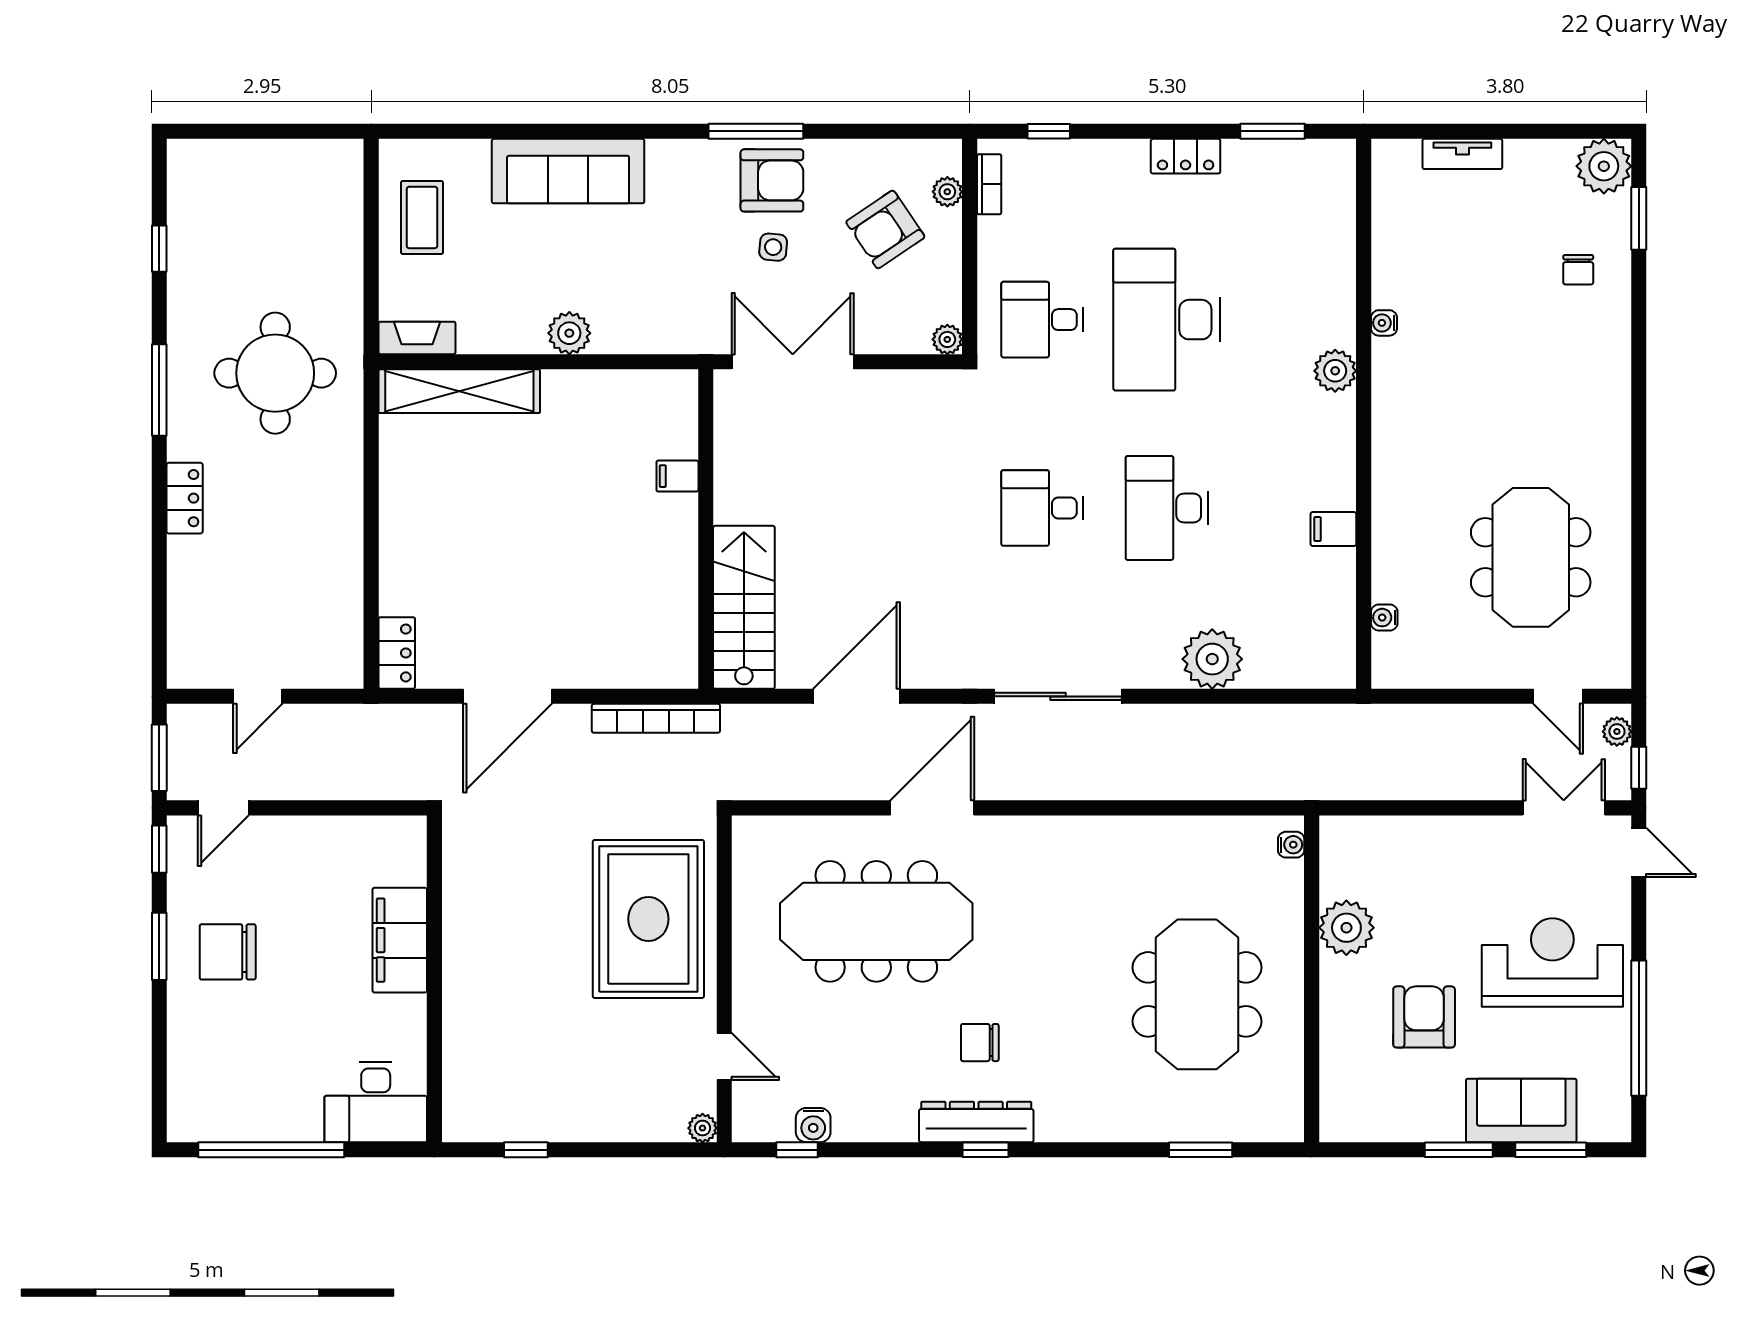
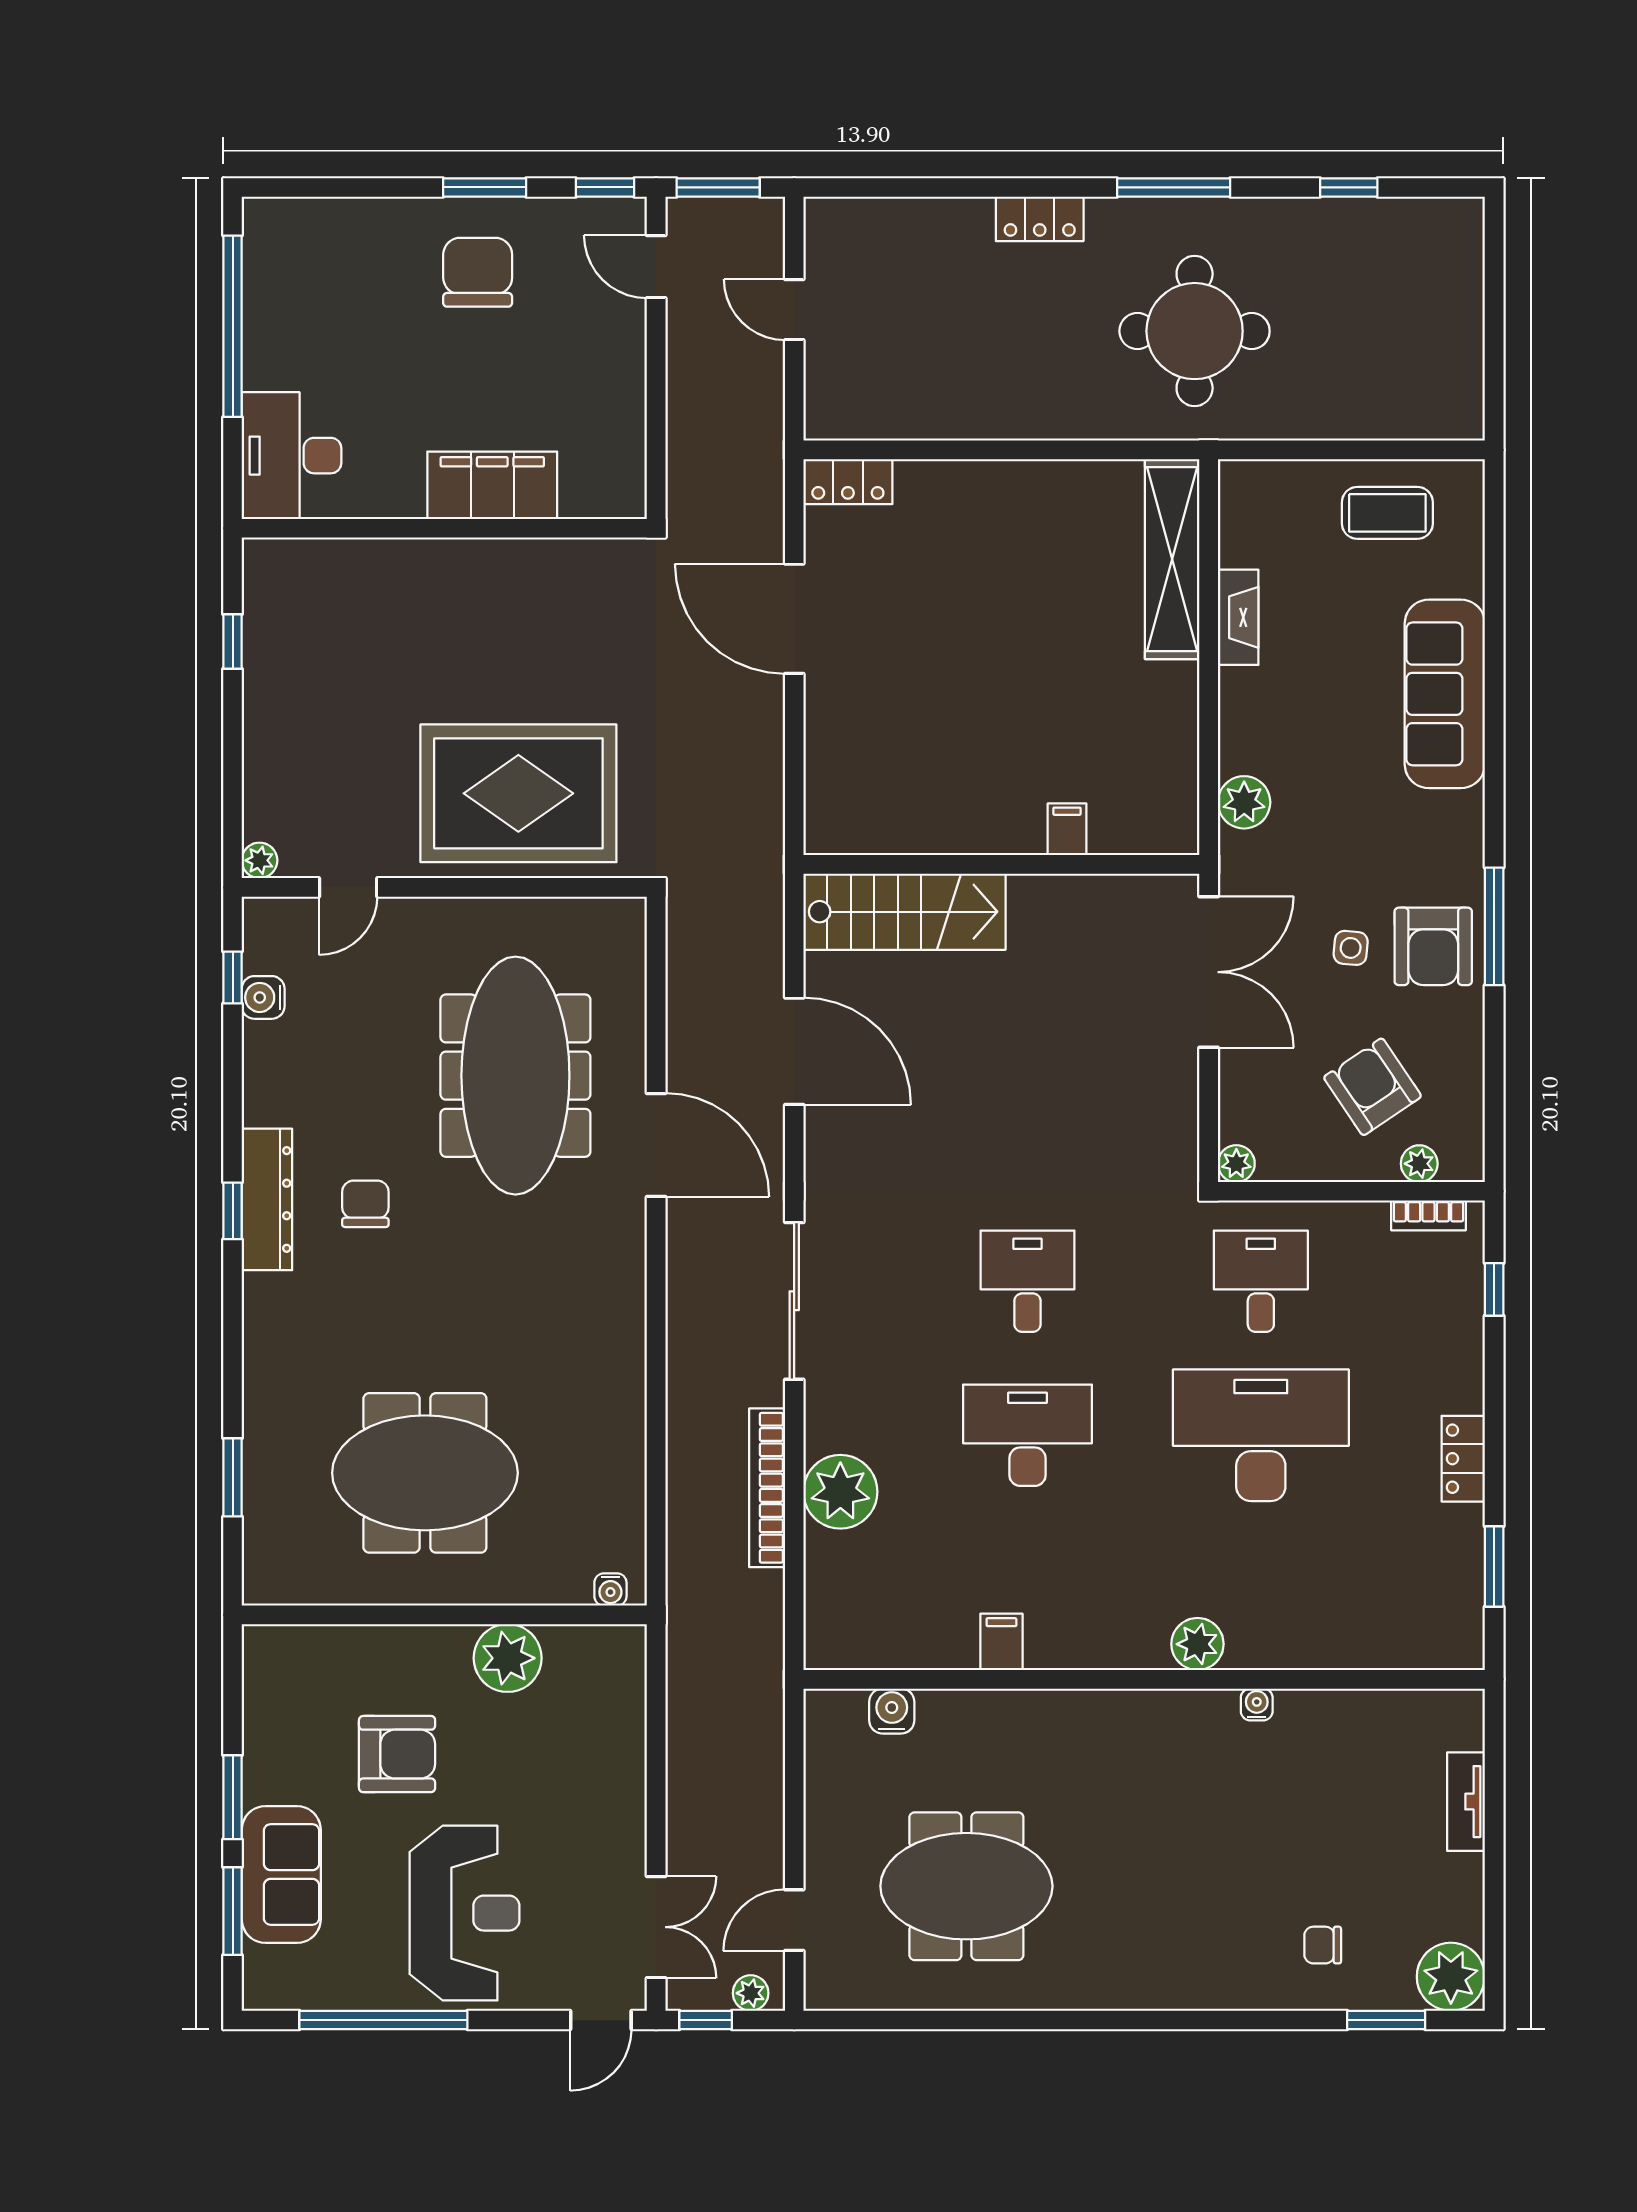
plant: (569, 333) -> (1244, 802), moved
fireplace: (417, 338) -> (1238, 617), moved
water cooler: (1384, 618) -> (892, 1711), width x1.38, depth x1.38
bookcase: (656, 718) -> (767, 1488), moved

